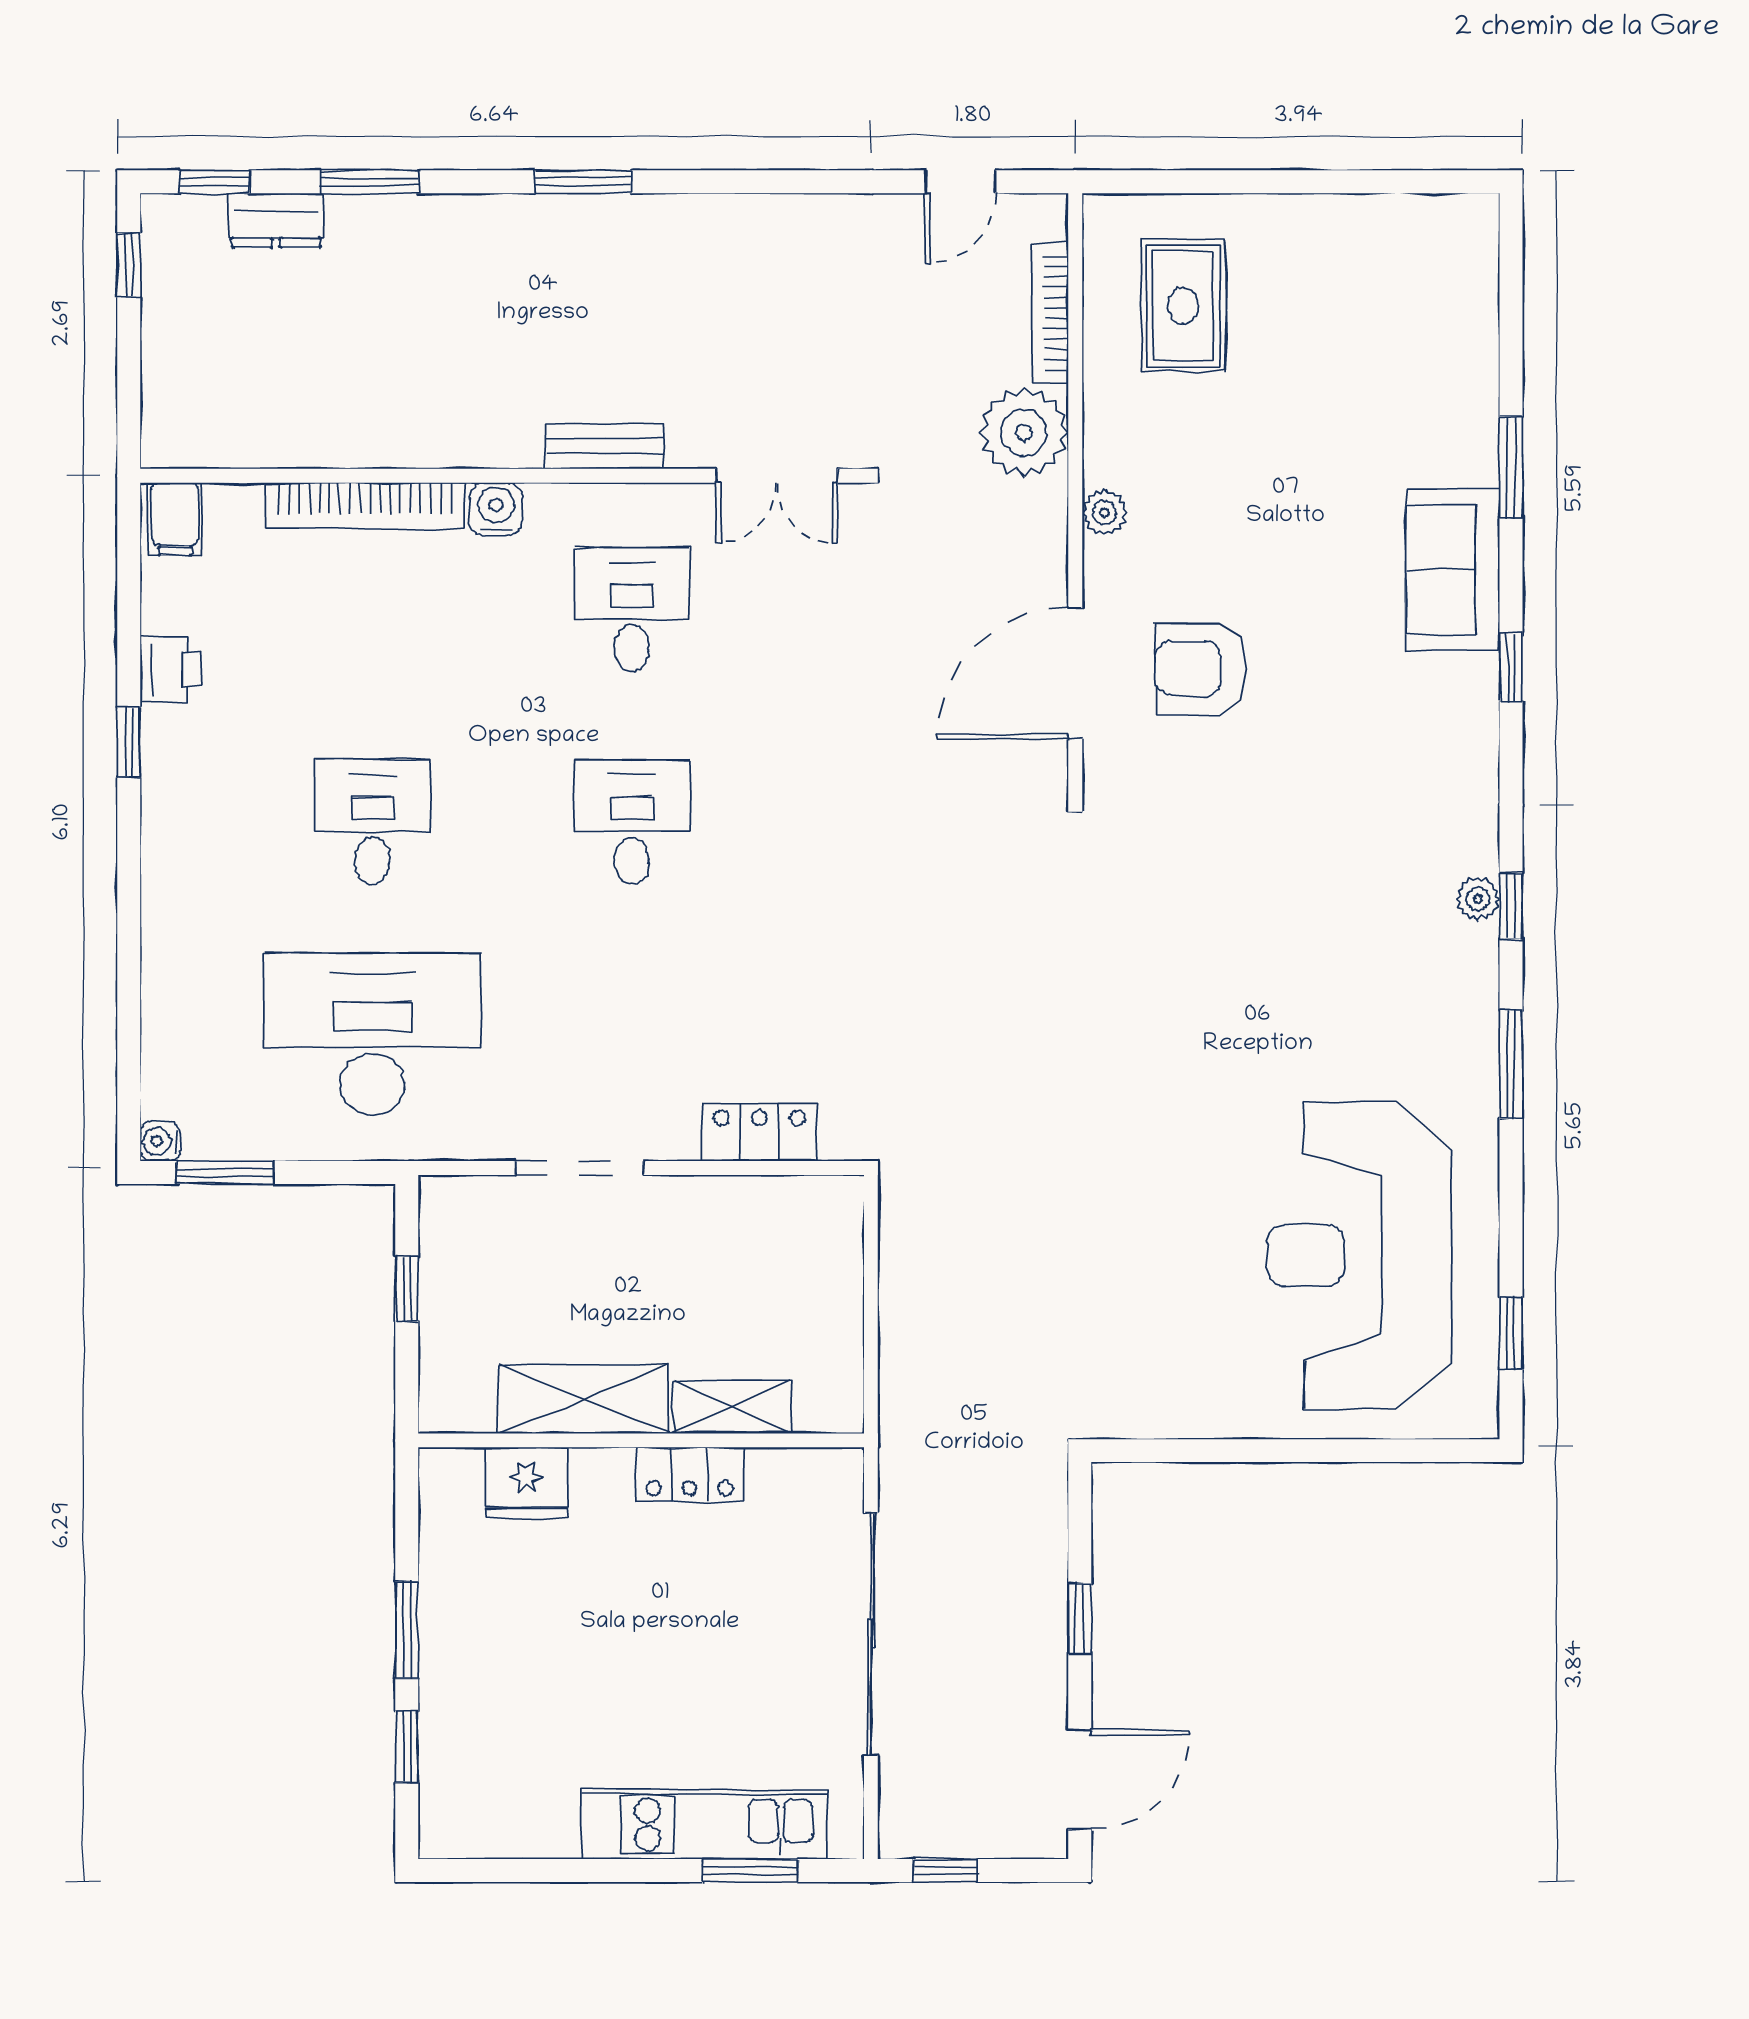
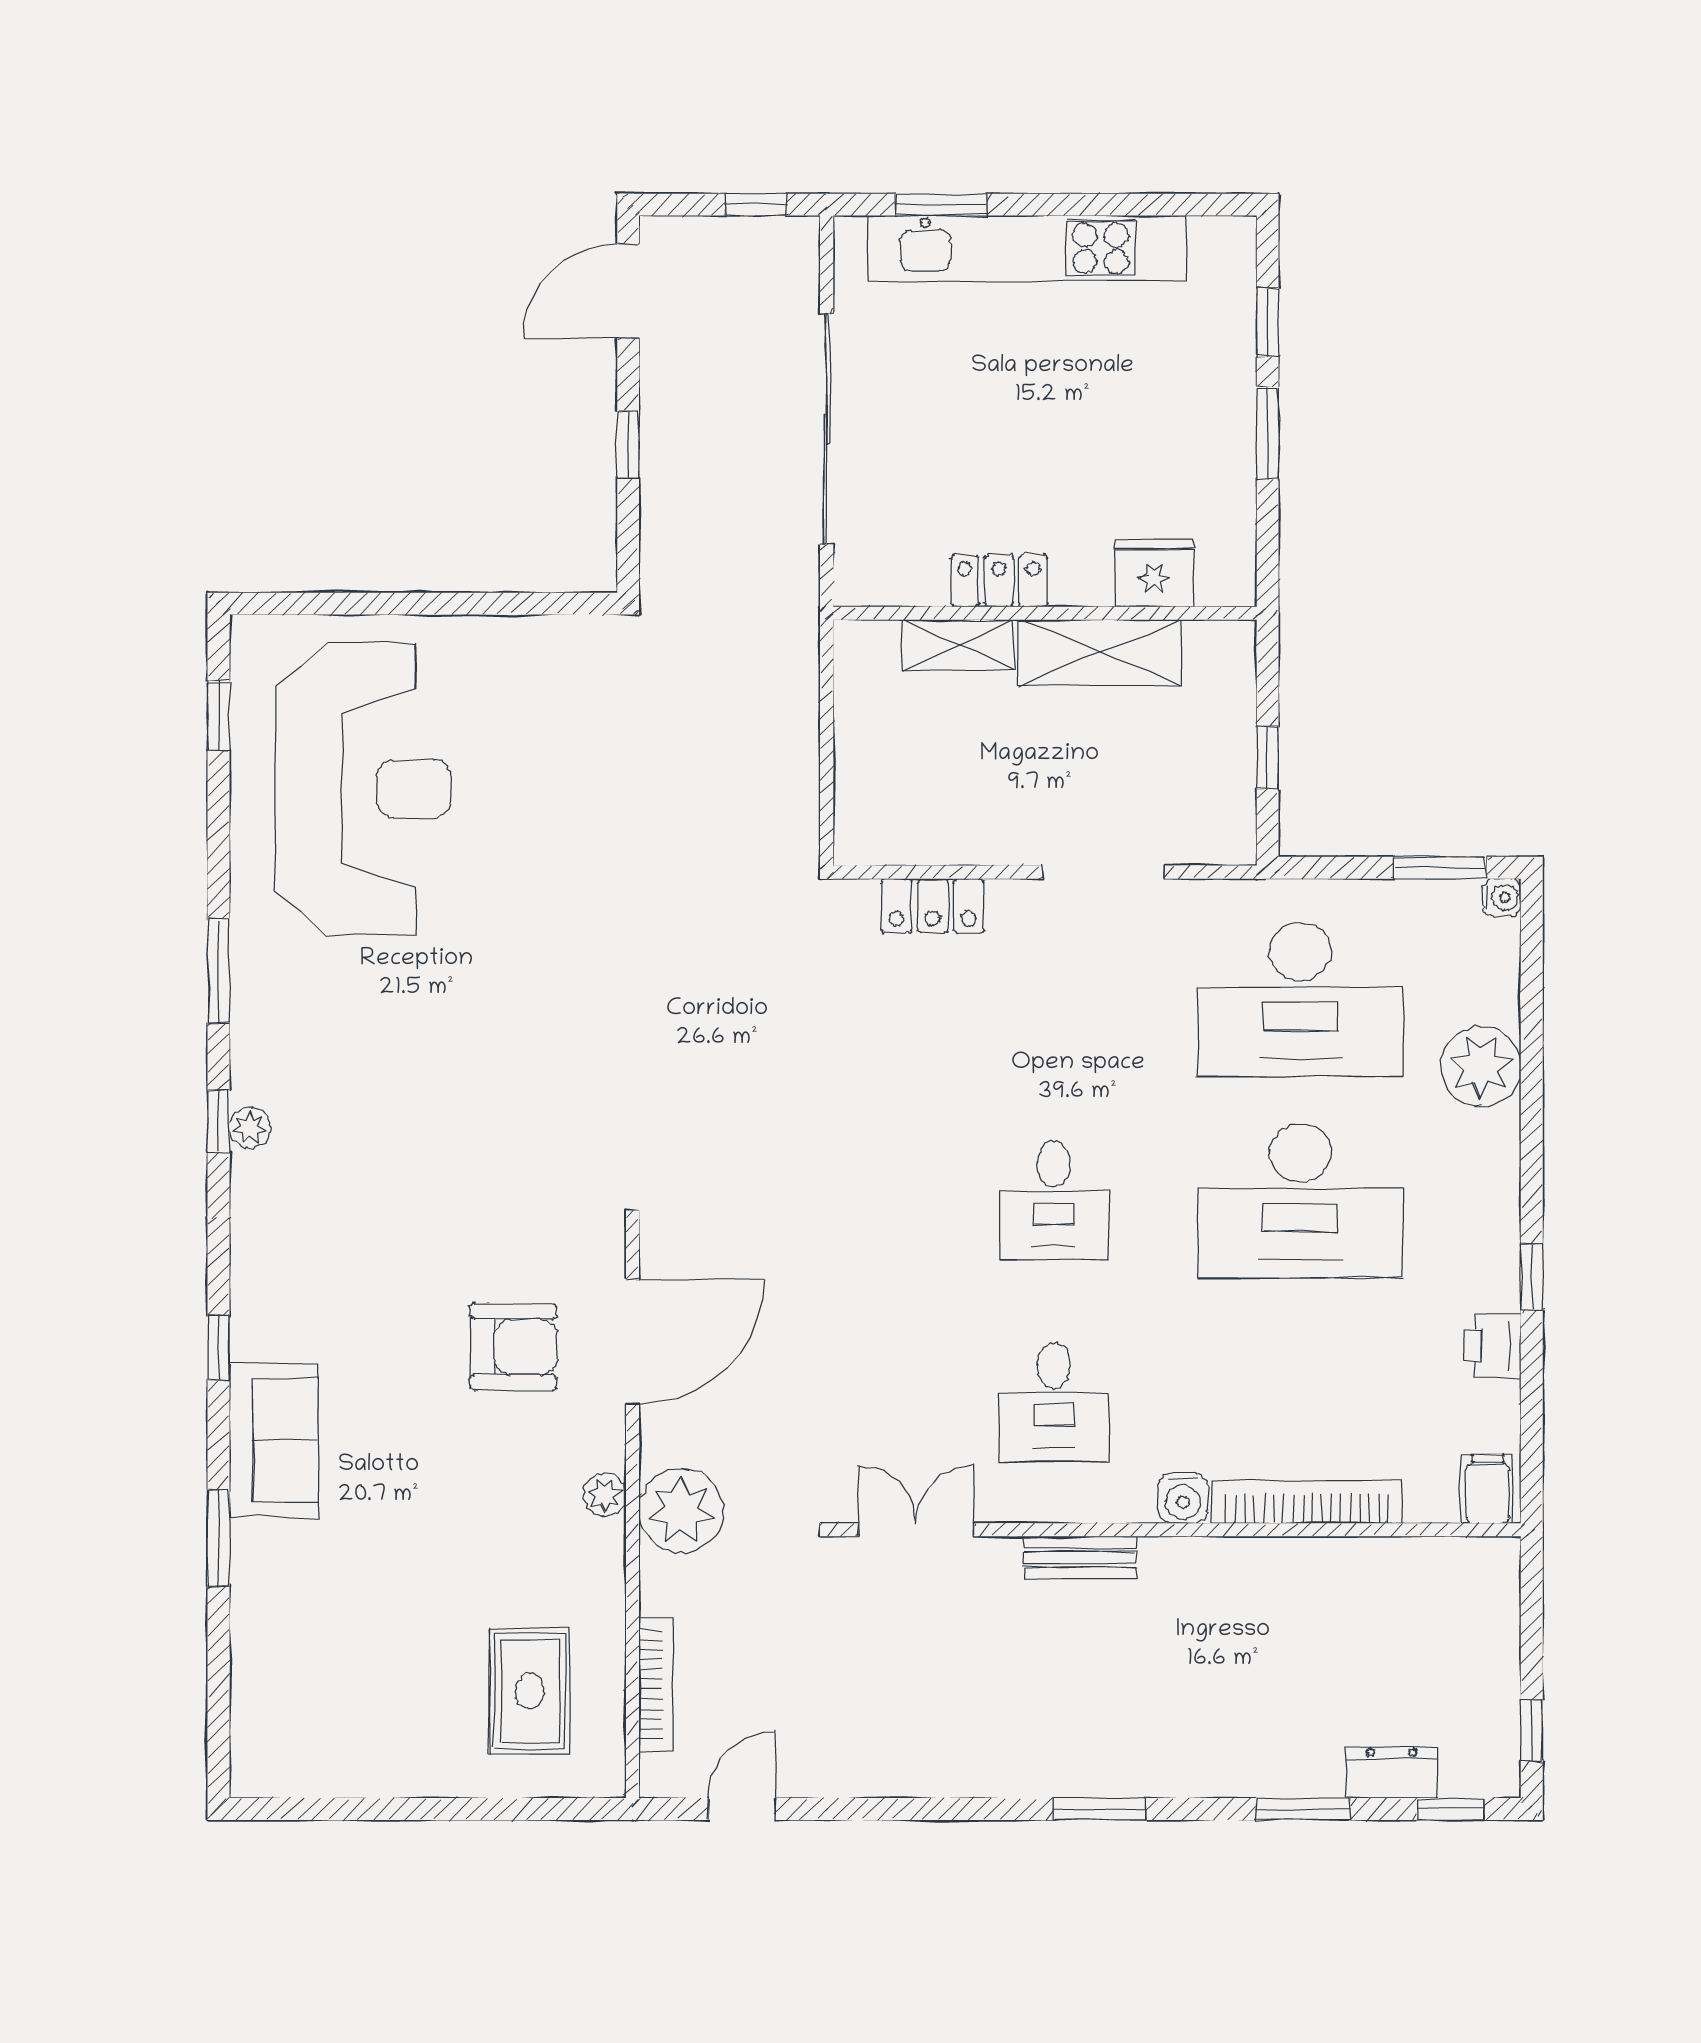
plant: (1024, 432) -> (681, 1511), moved
desk: (372, 822) -> (1300, 1201), width x1.87, depth x1.30
plant: (182, 963) -> (1481, 1067), added
kitchen unit: (704, 1824) -> (1027, 248), width x1.36

